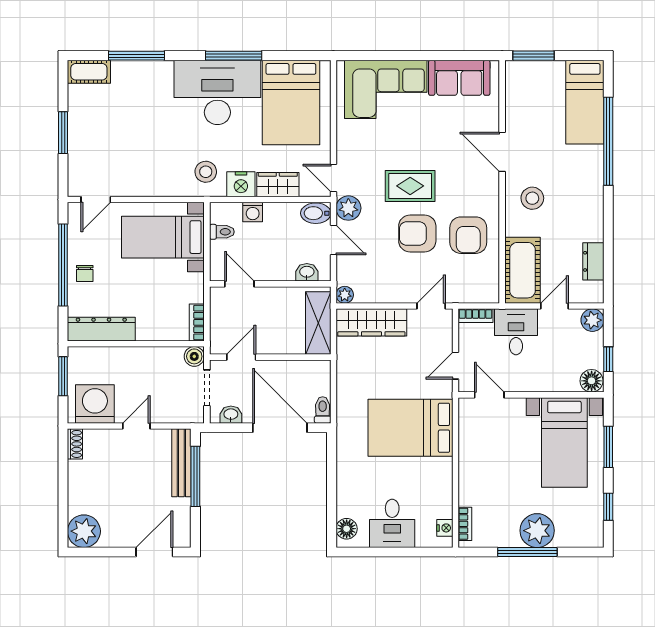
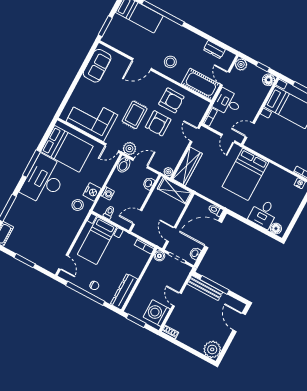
corner sofa: (386, 89) -> (92, 118), moved, turned -90
wardrobe: (278, 185) -> (101, 175), removed
desk: (392, 523) -> (263, 214), moved, turned 90

